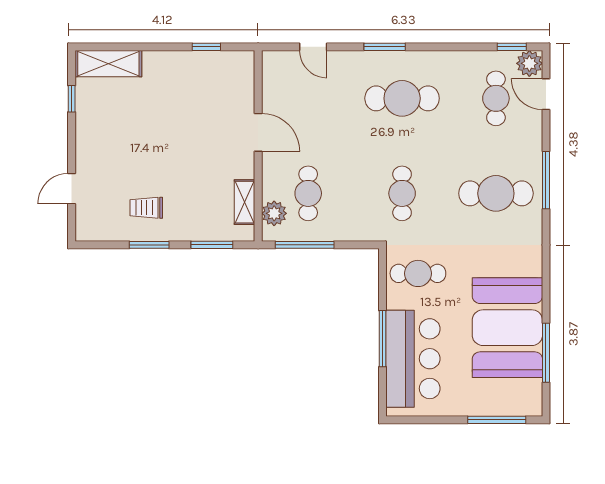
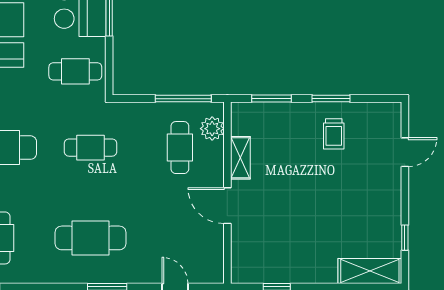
cafe table: (402, 193) -> (90, 148), turned 90
shelving: (245, 202) -> (240, 158), moved
trolley: (146, 208) -> (334, 134), turned 90

